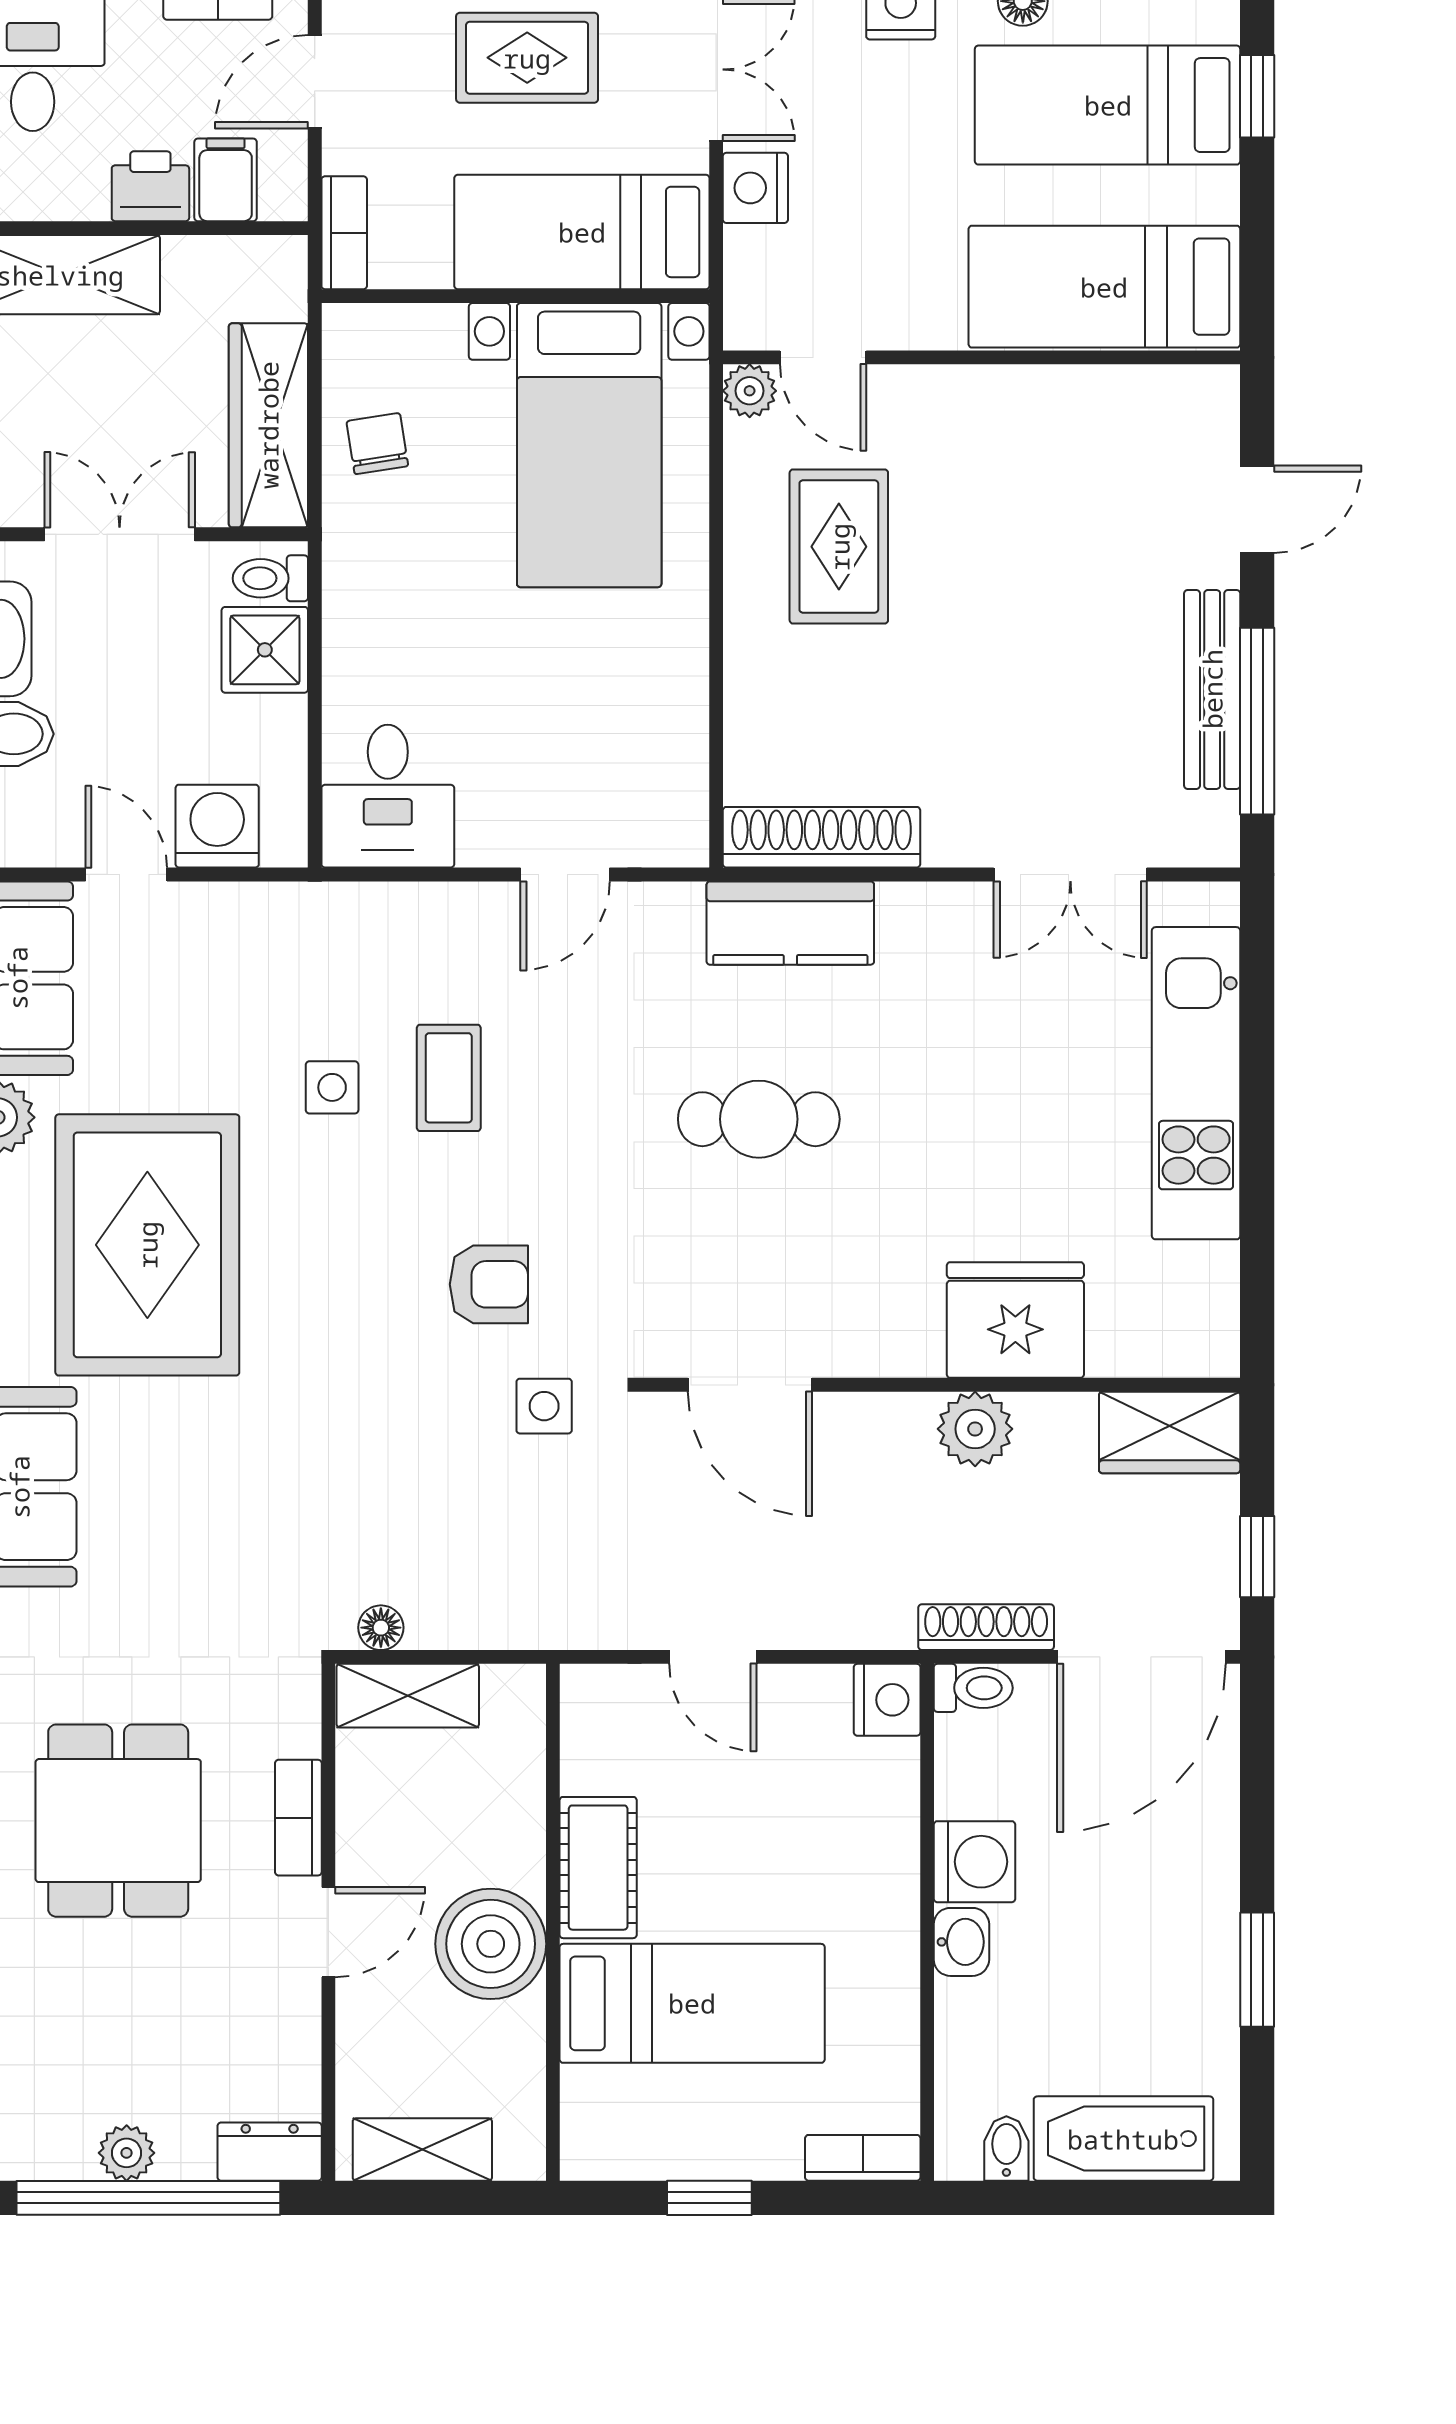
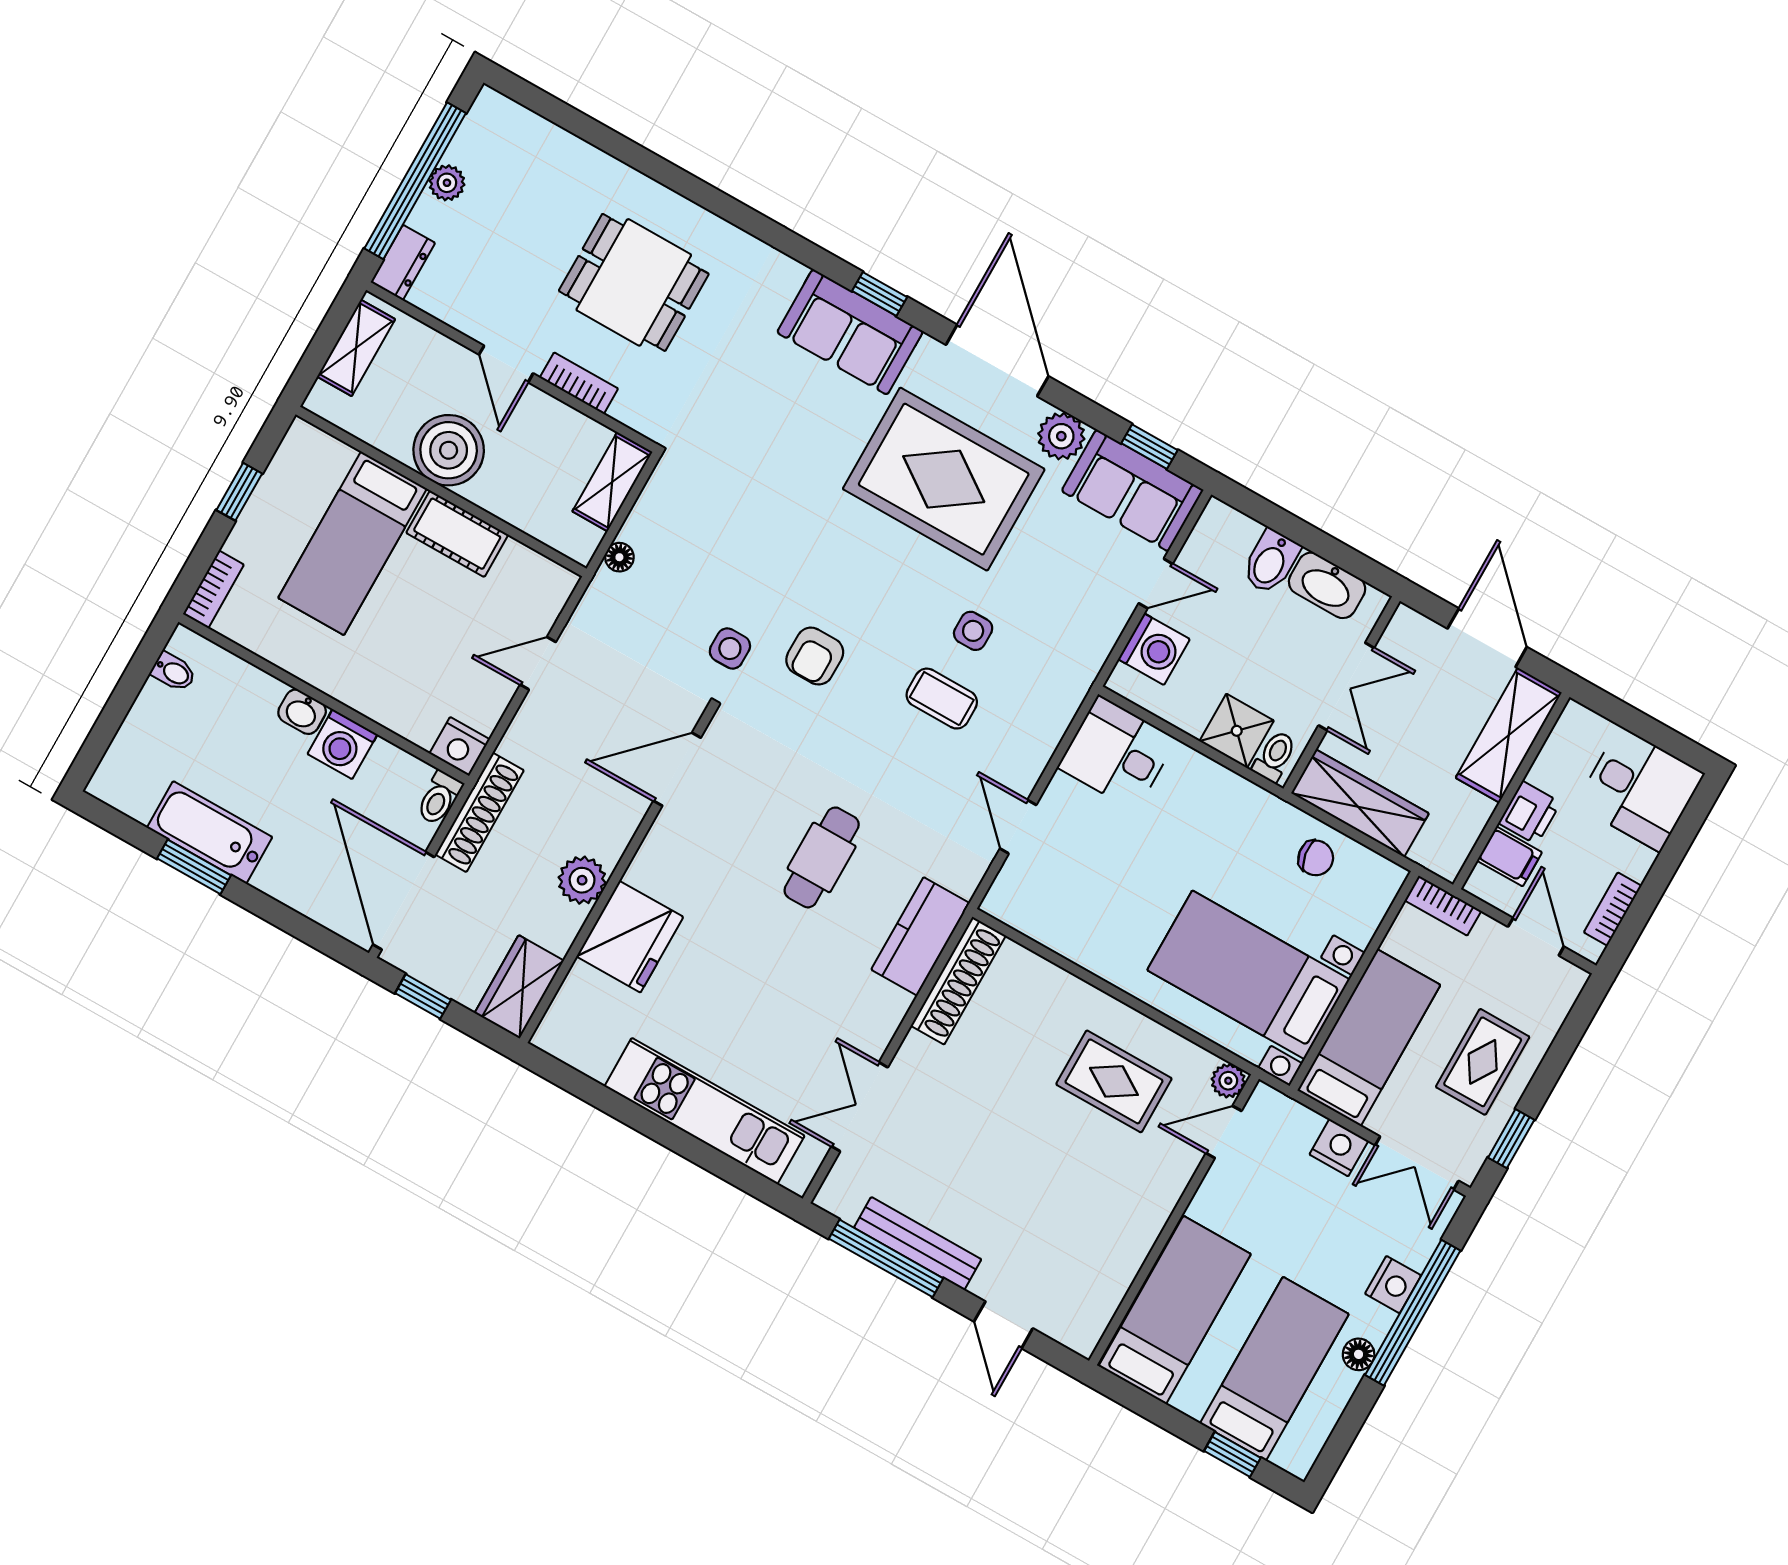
shoe rack: (986, 1627) -> (479, 812), width x1.36, depth x1.24
floor lamp: (381, 1628) -> (619, 557), moved
bathtub: (1123, 2139) -> (210, 832), moved, turned -90

